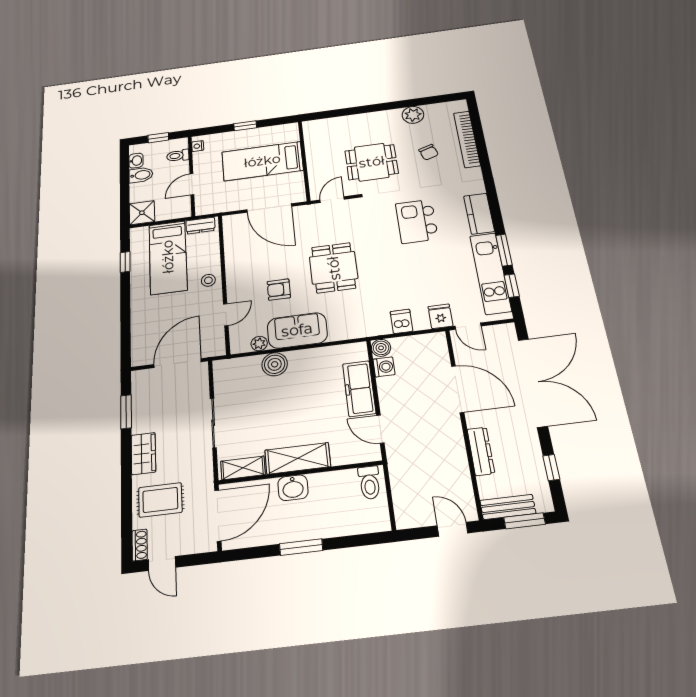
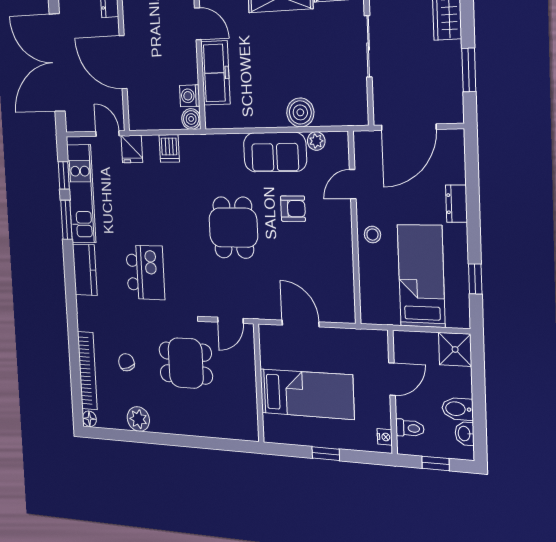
floor lamp: (461, 106) -> (89, 419), added
door: (269, 208) -> (301, 324), width x0.73
dresser: (200, 226) -> (456, 204), moved, turned -90

